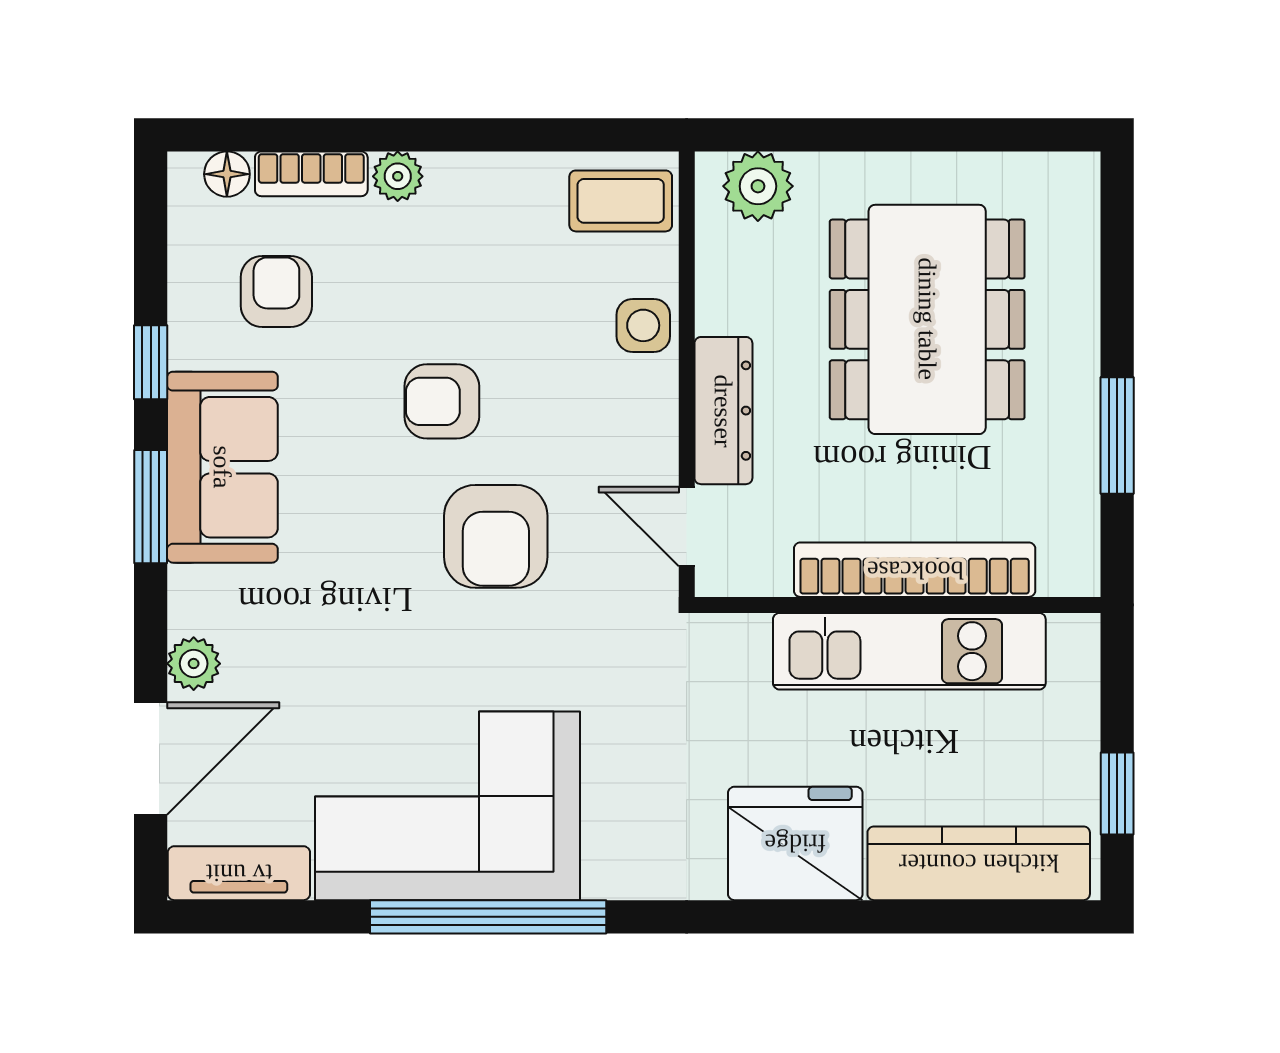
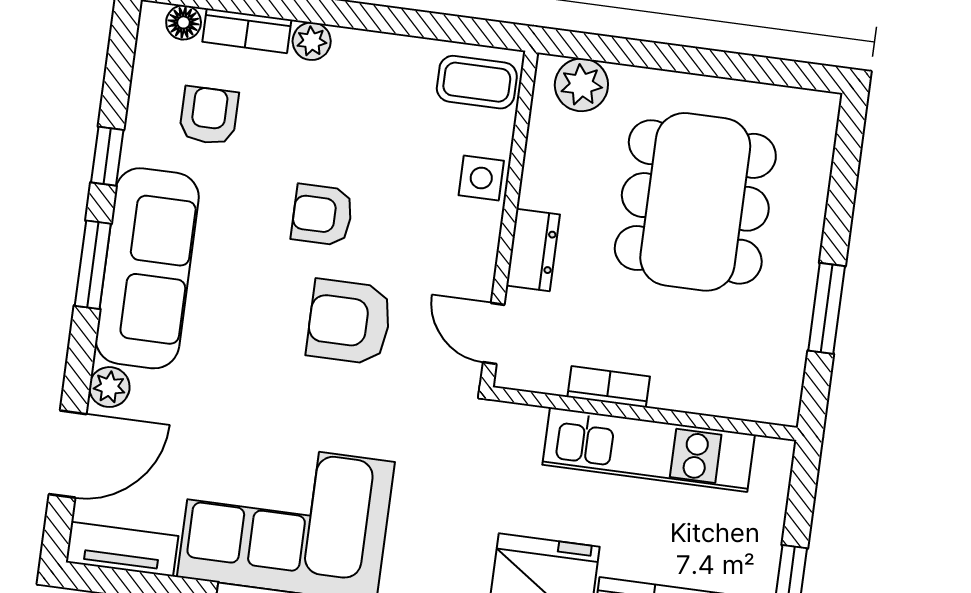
dresser: (723, 411) -> (533, 250), width x0.70
sofa: (222, 467) -> (147, 268), width x1.36
armchair: (496, 536) -> (349, 322), turned 90
bookcase: (915, 570) -> (609, 387), width x0.43, depth x0.76

